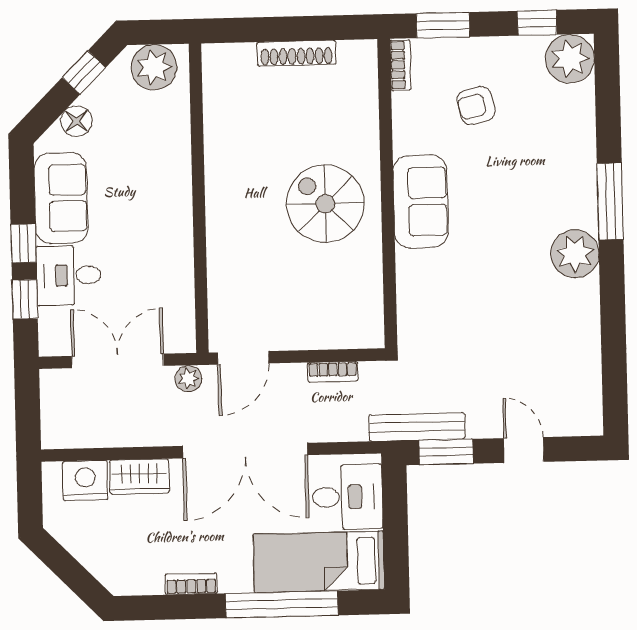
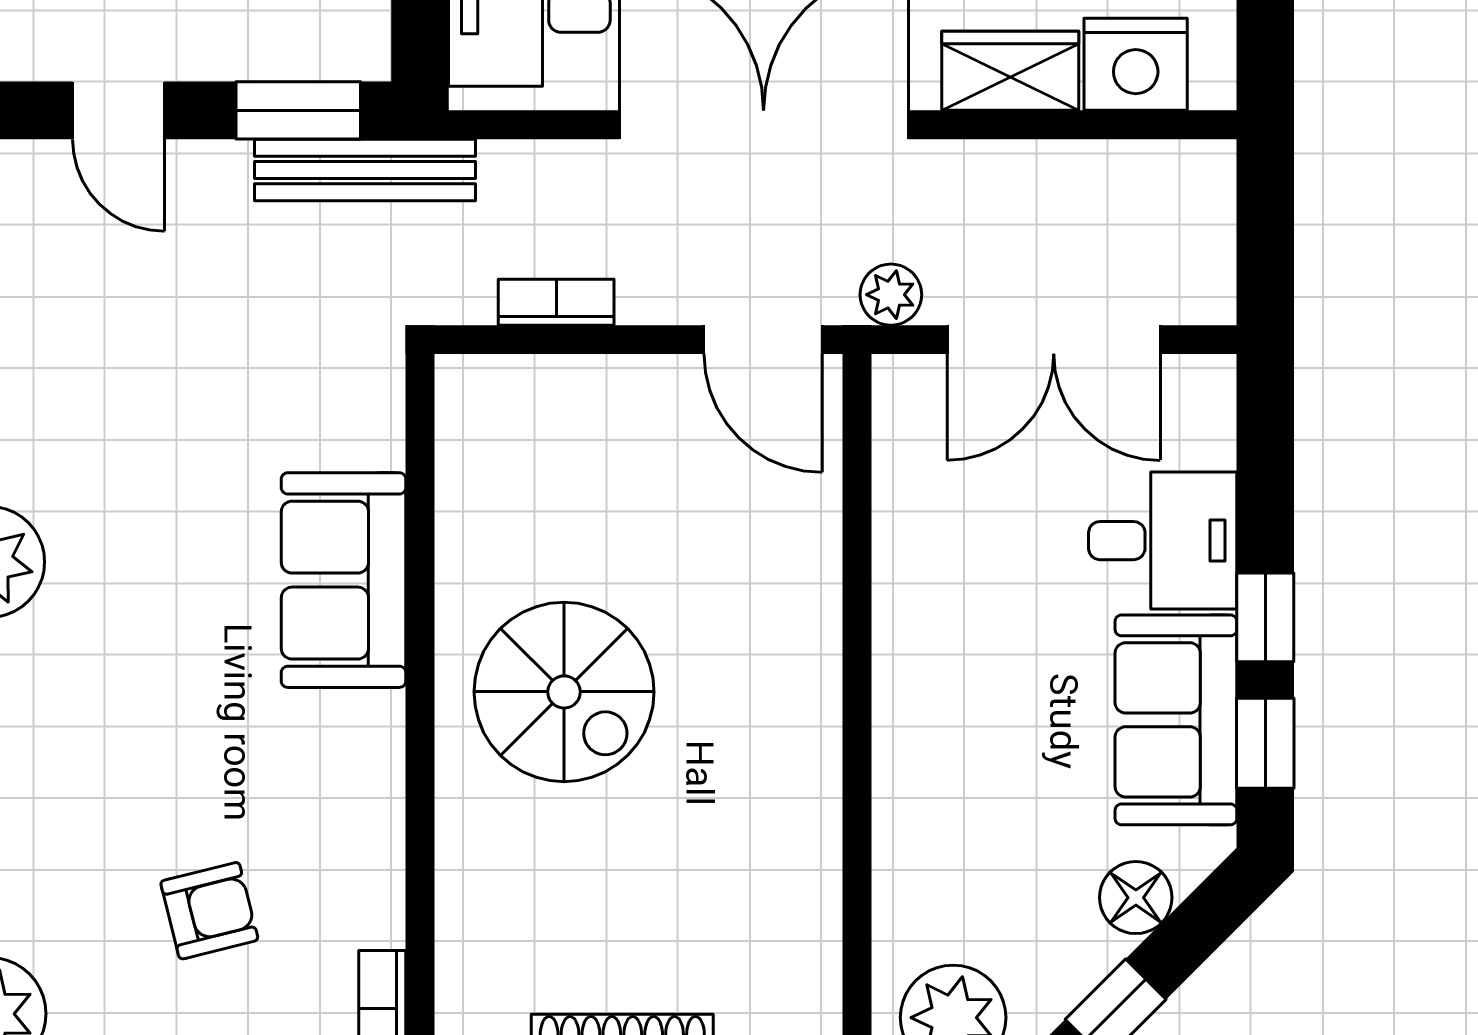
sofa: (420, 202) -> (344, 580), moved
window: (25, 299) -> (1265, 743), moved
door: (243, 358) -> (763, 340), swing flipped

